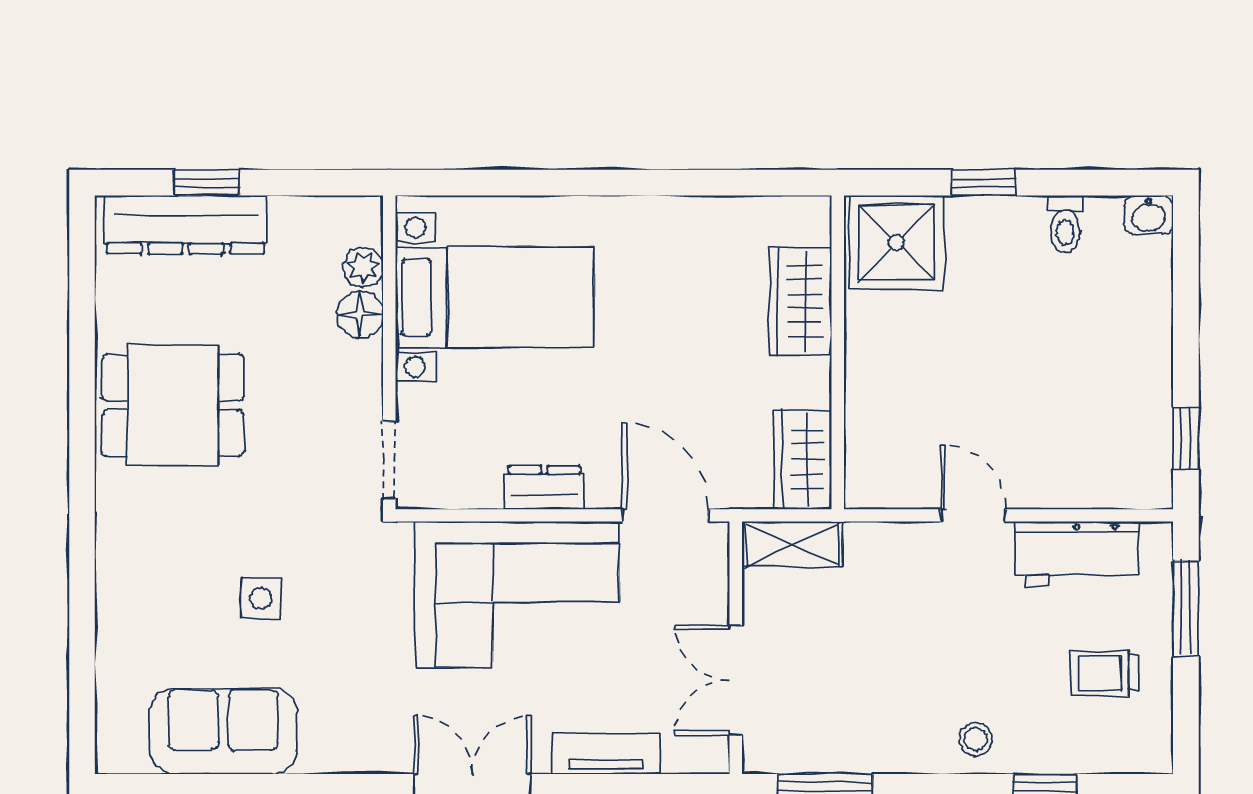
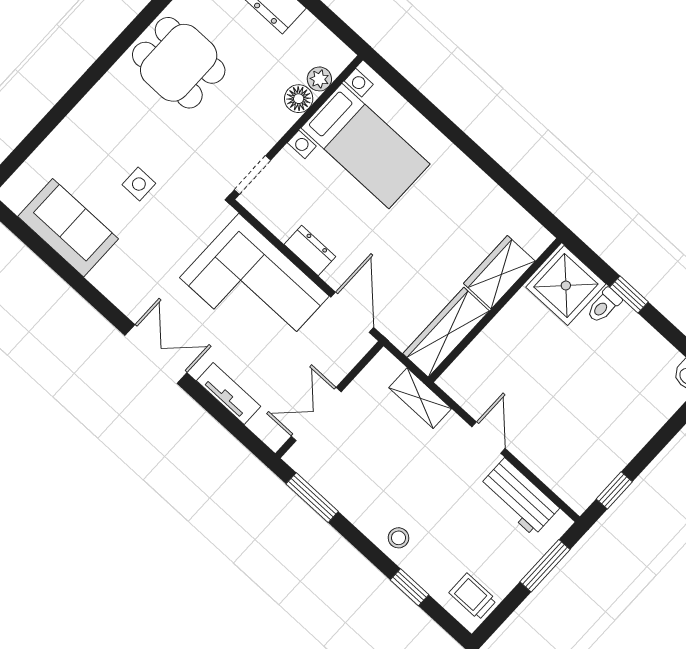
toilet: (1065, 224) -> (604, 305), moved
wardrobe: (803, 459) -> (446, 332), width x1.50
shelving: (792, 544) -> (420, 398), moved
trolley: (1104, 673) -> (473, 596), moved

